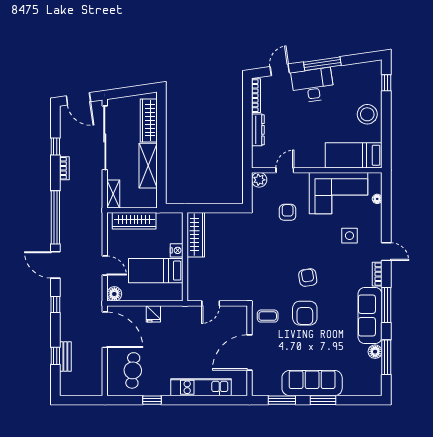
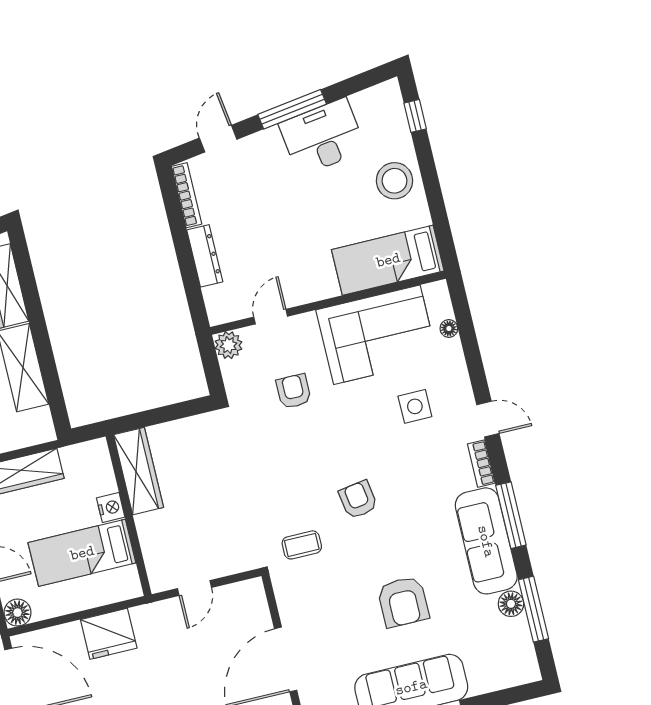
desk: (313, 85) -> (322, 137), moved
armchair: (305, 313) -> (403, 602), moved
fridge: (153, 314) -> (109, 634), width x1.88, depth x1.34
coffee table: (268, 316) -> (302, 545), moved

